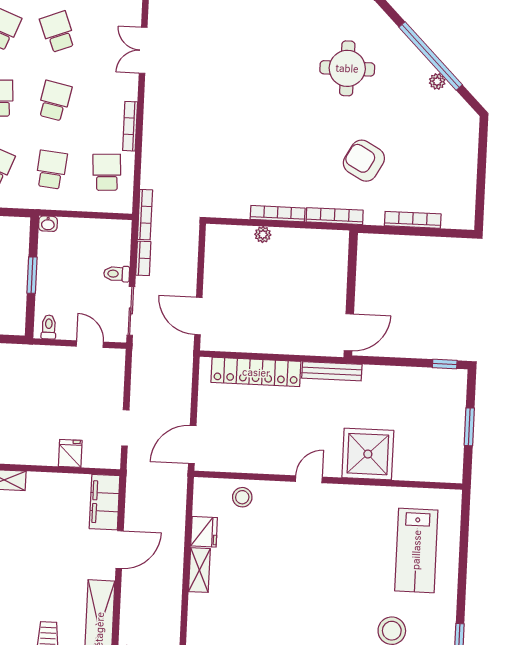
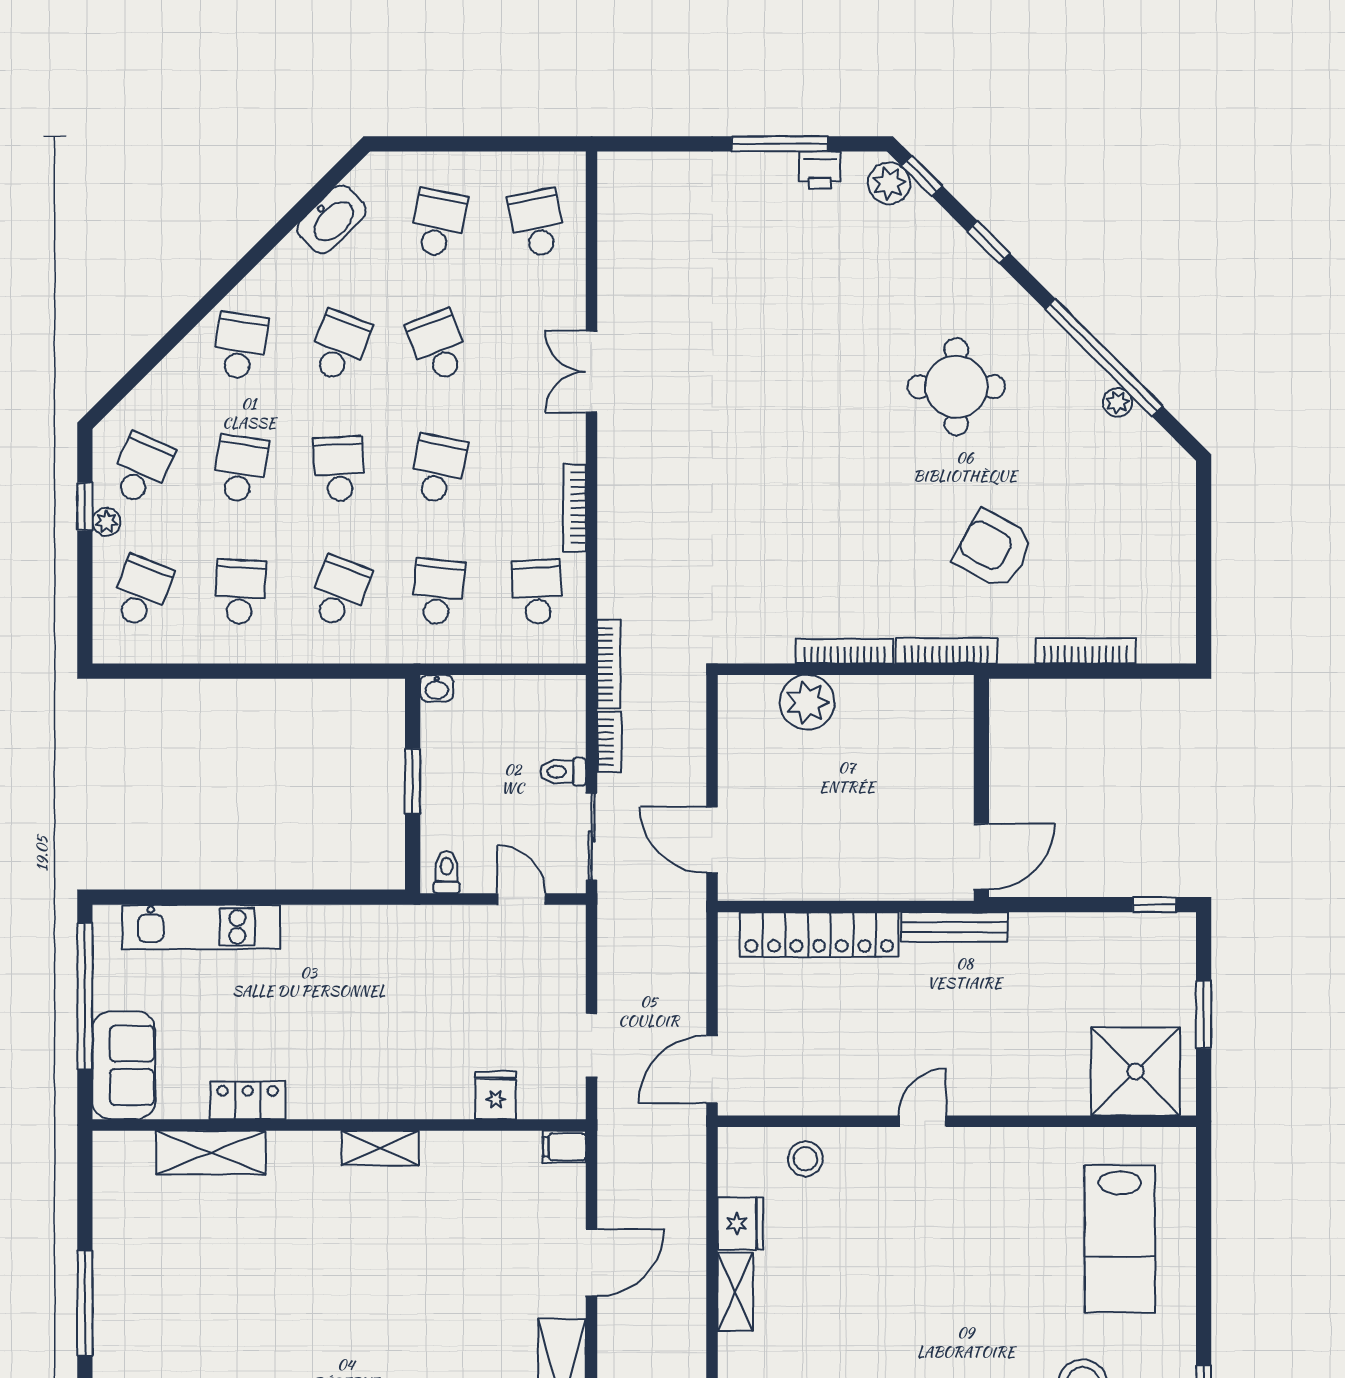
plant: (263, 235) -> (807, 702), width x1.87, depth x1.87
shower: (368, 454) -> (1136, 1071), moved
filing cabinet: (105, 502) -> (564, 1147), width x0.33, depth x0.86

